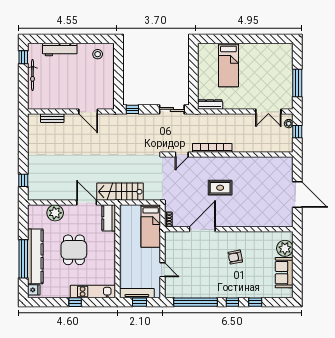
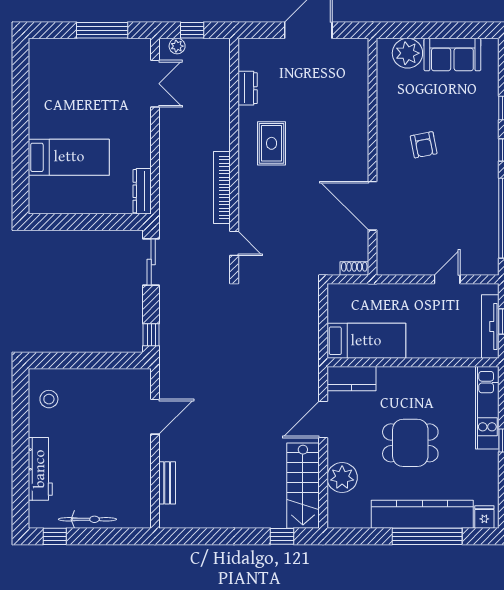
dresser: (266, 162) -> (248, 88), added
rug: (220, 188) -> (272, 143), moved
stairs: (120, 192) -> (303, 486), moved
bed: (151, 226) -> (366, 341), moved

